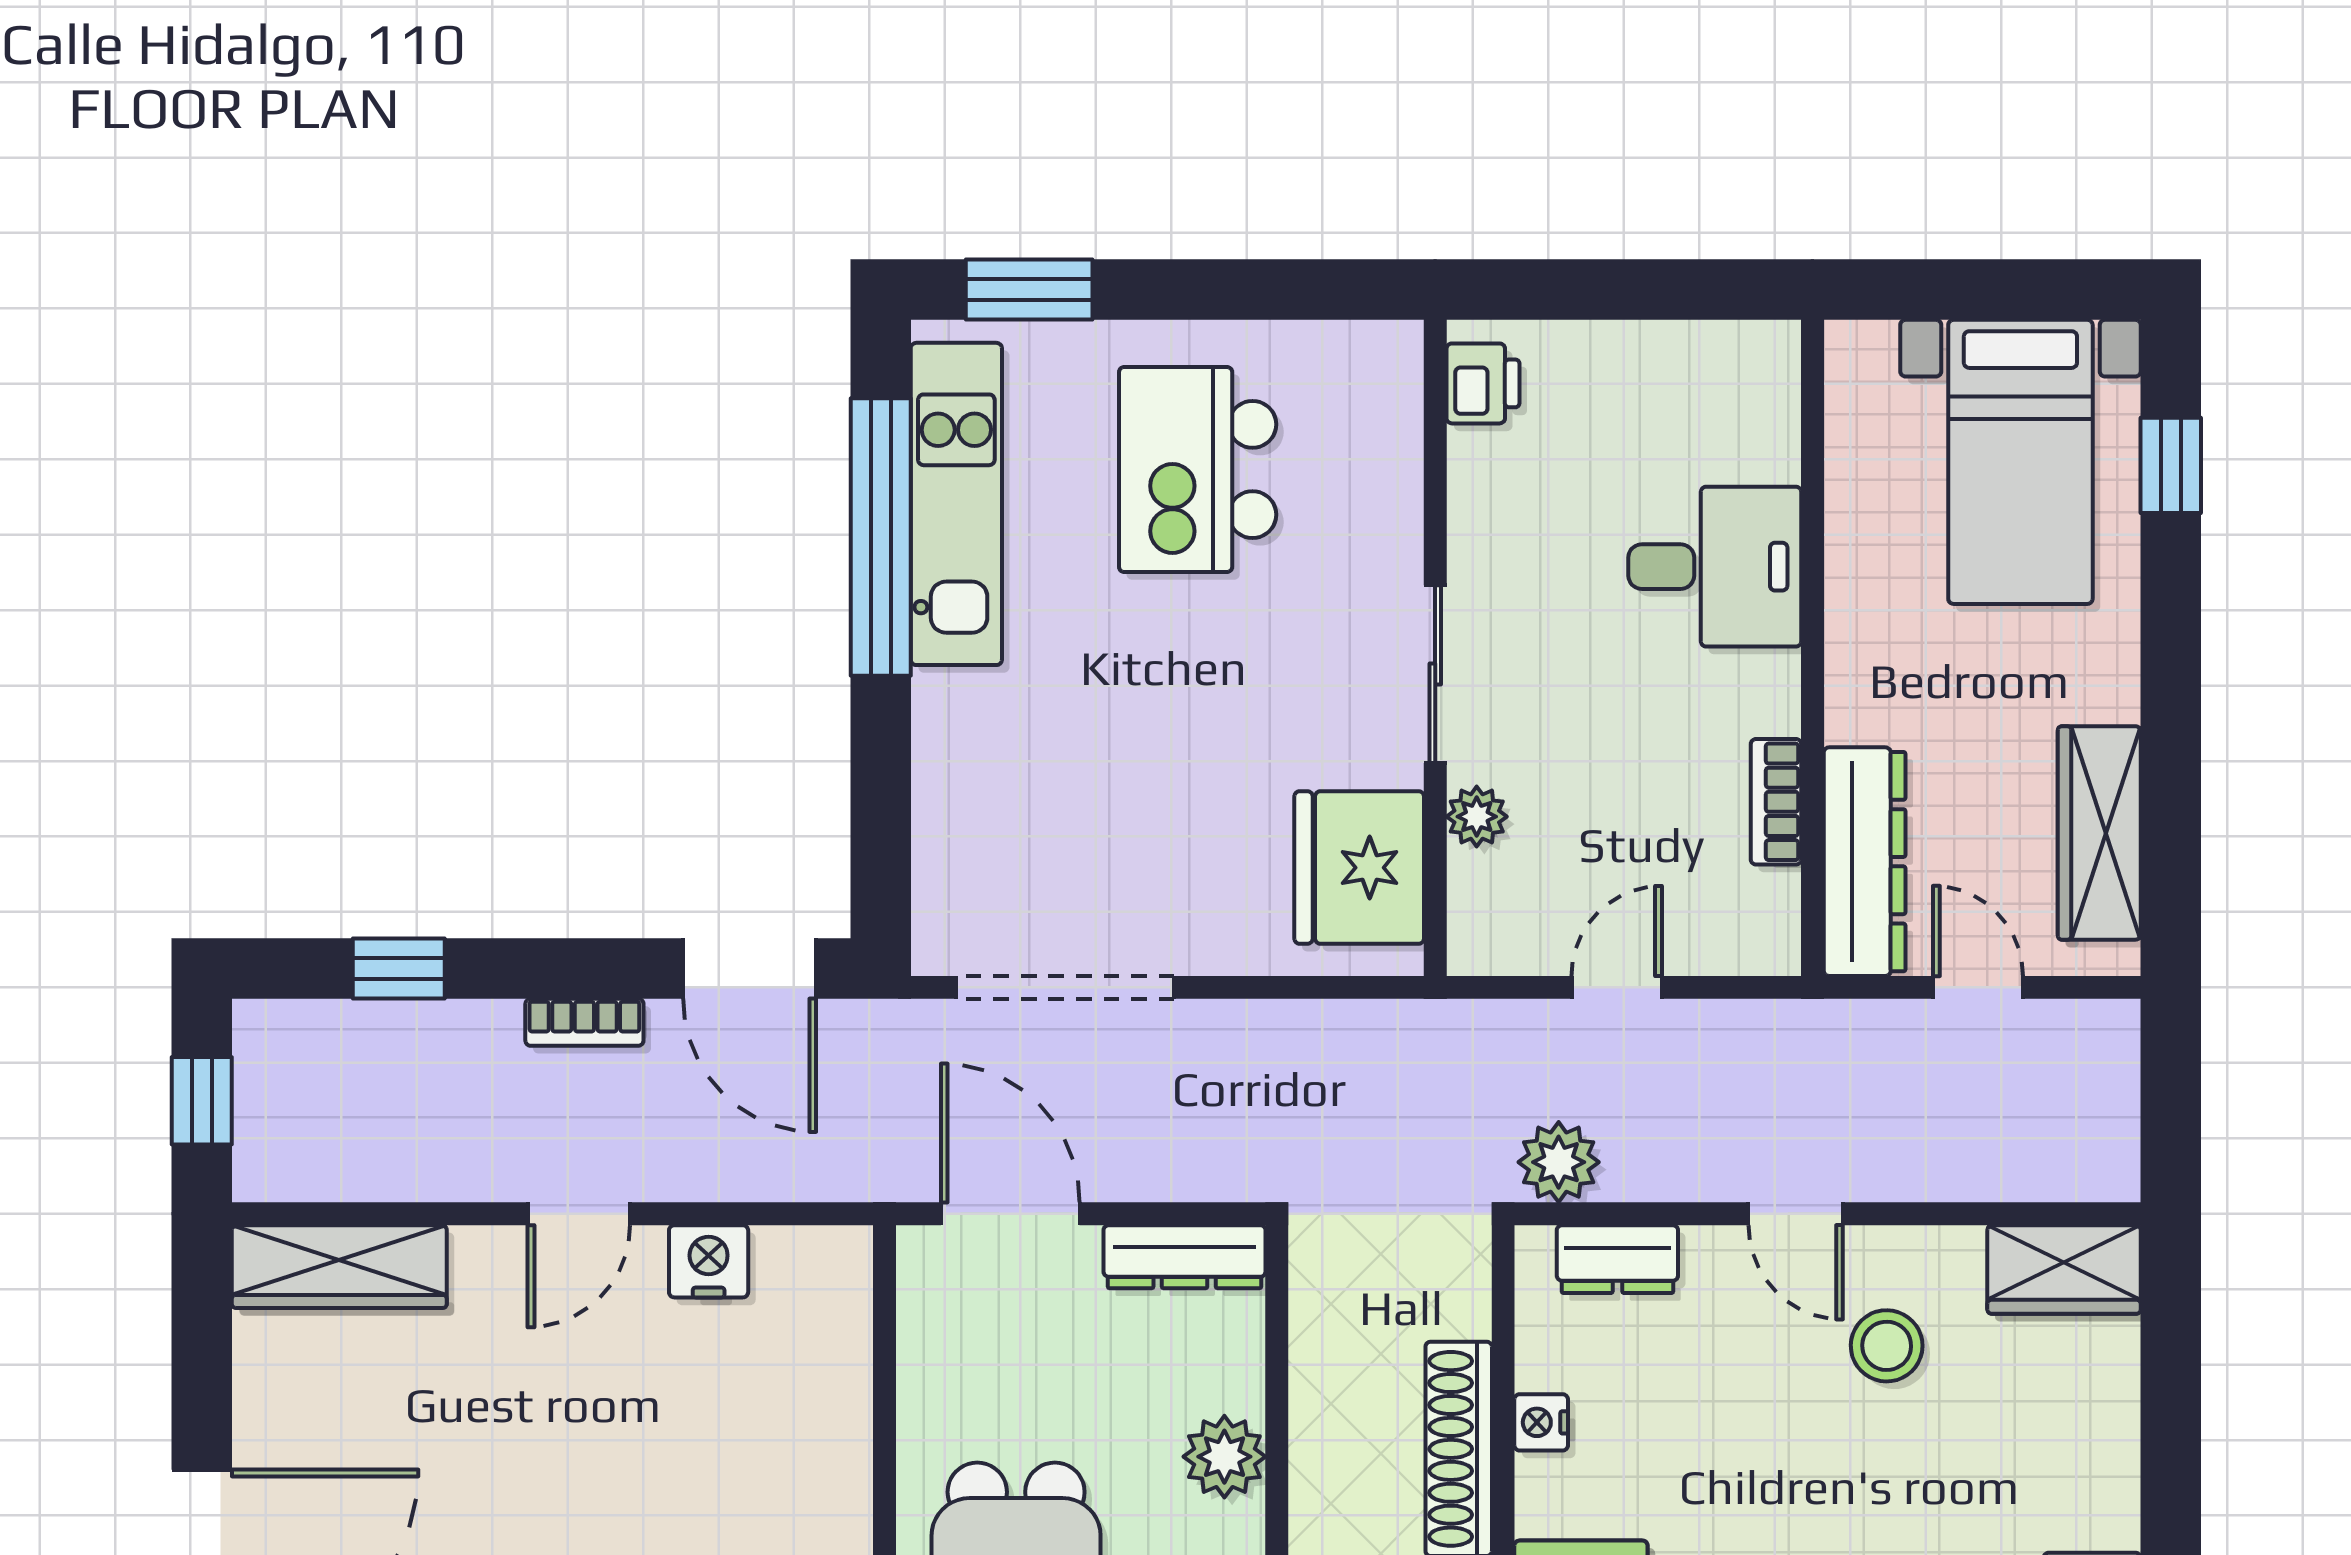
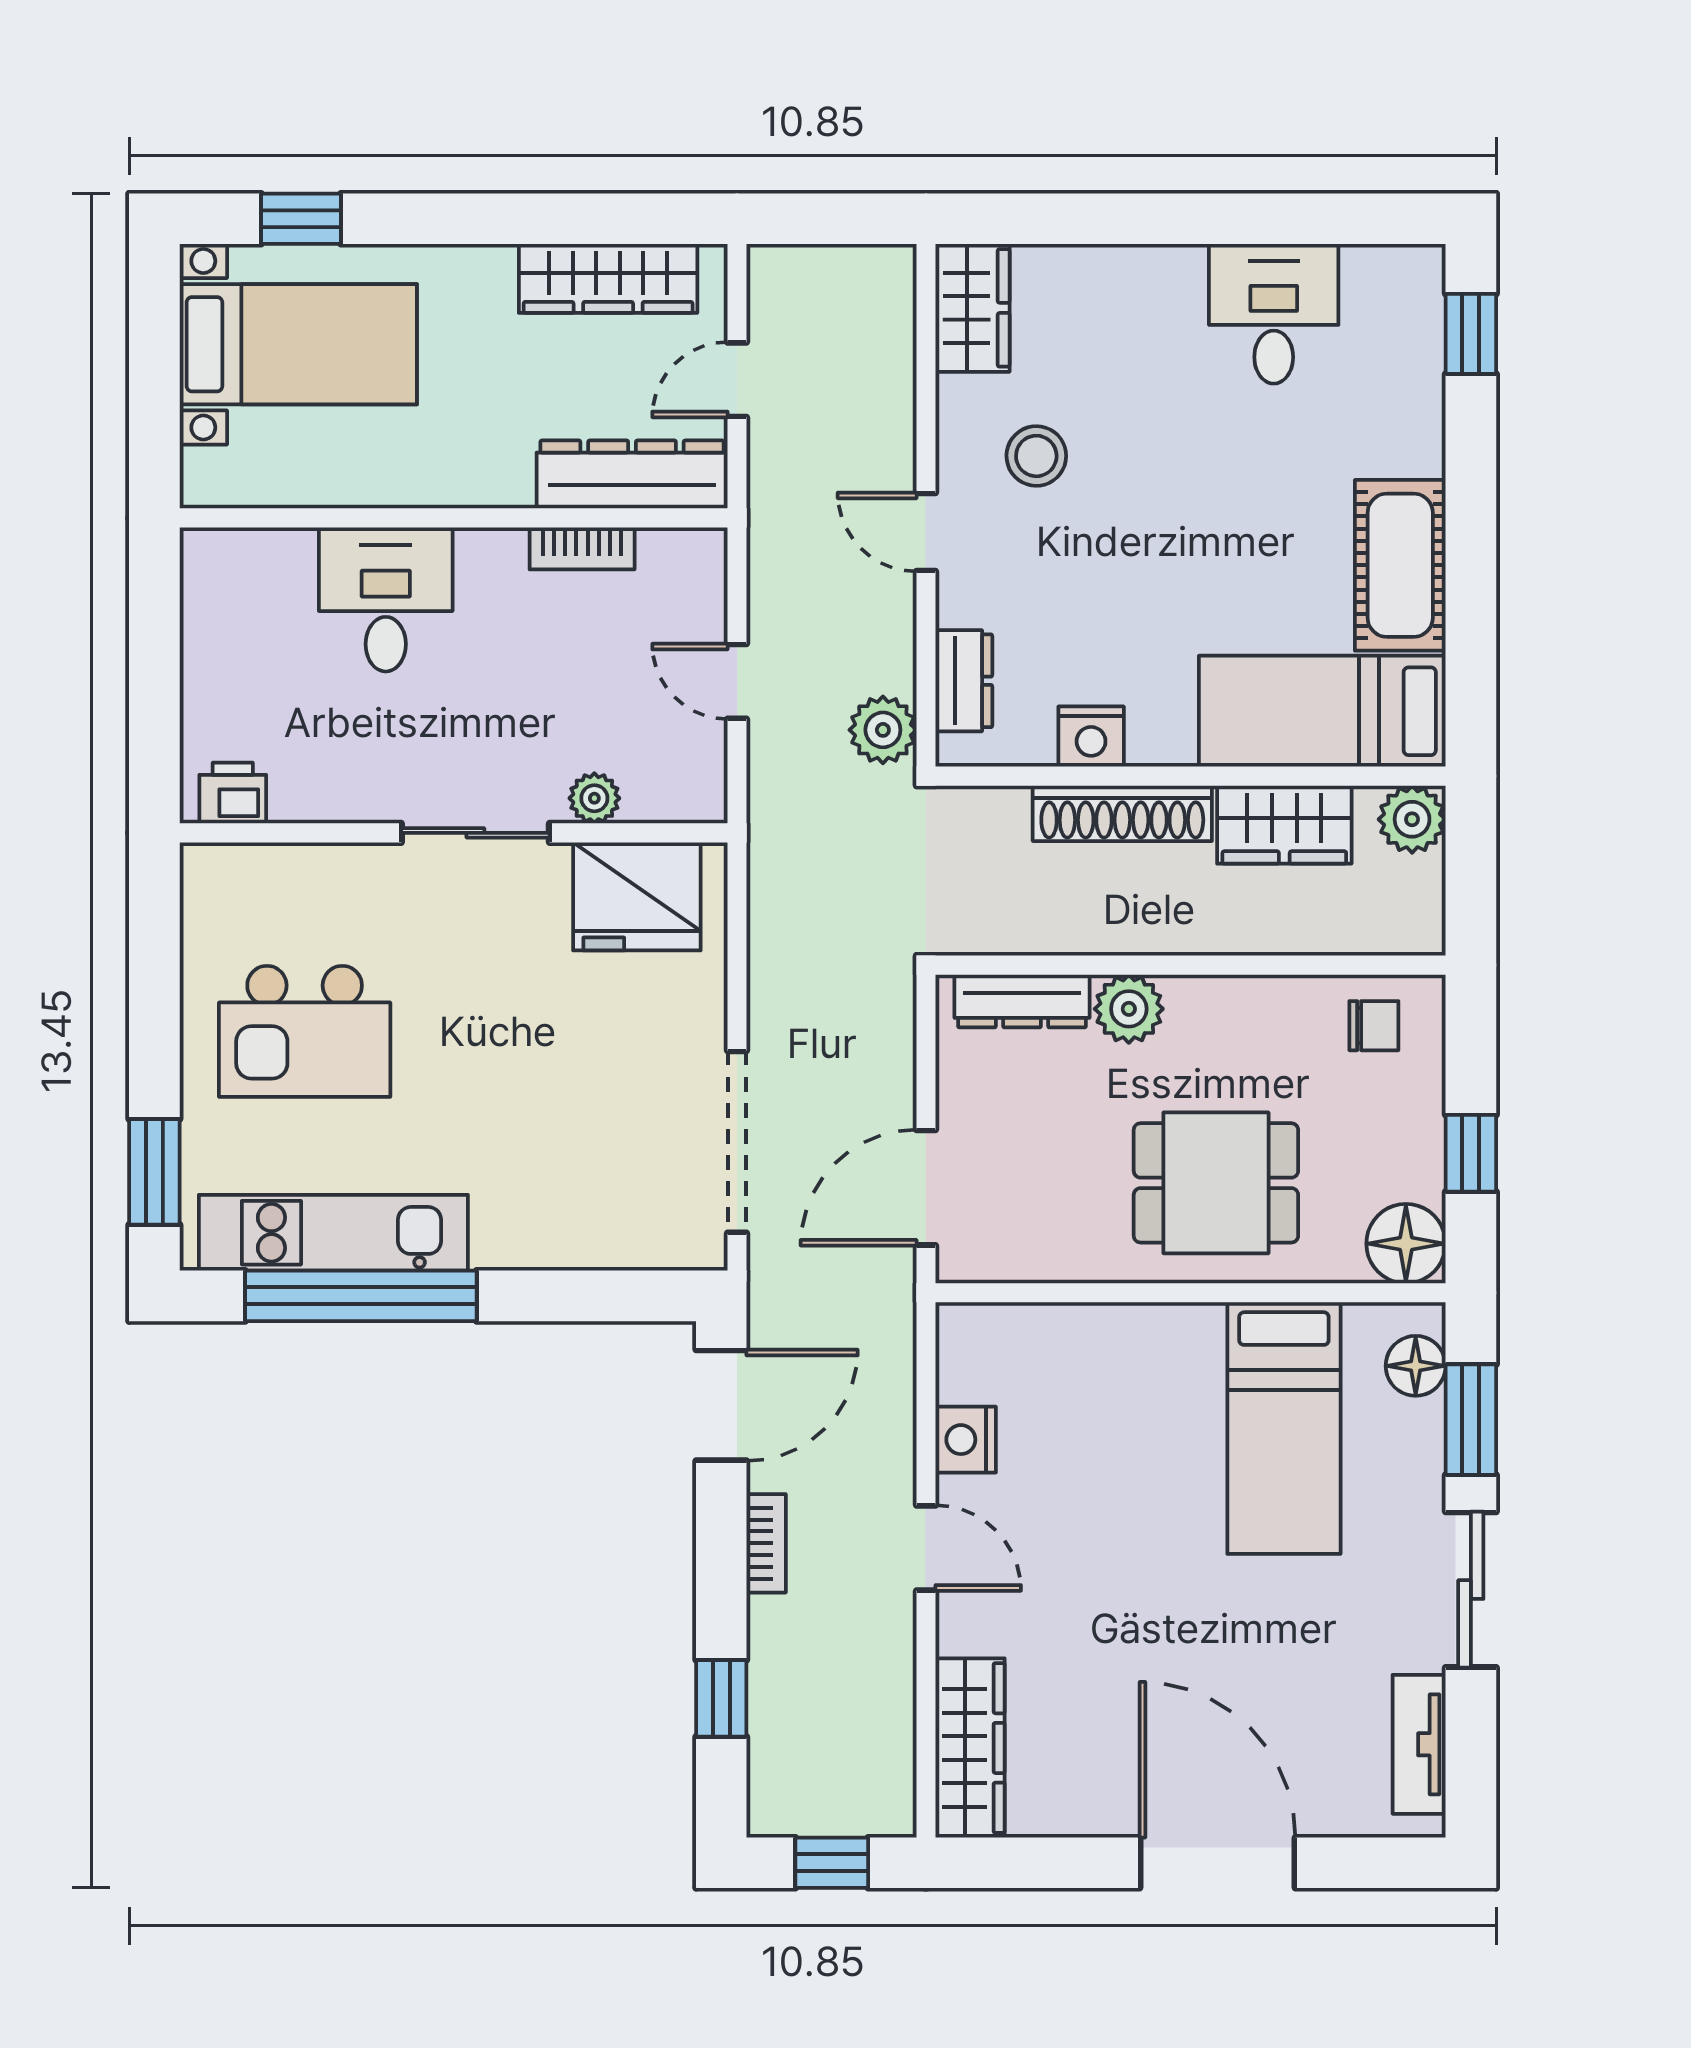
door: (1796, 1214) -> (926, 532), swing flipped
dresser: (1185, 1257) -> (1022, 1001), moved, turned 90
nightstand: (1541, 1422) -> (1091, 737), width x1.39, depth x1.35

